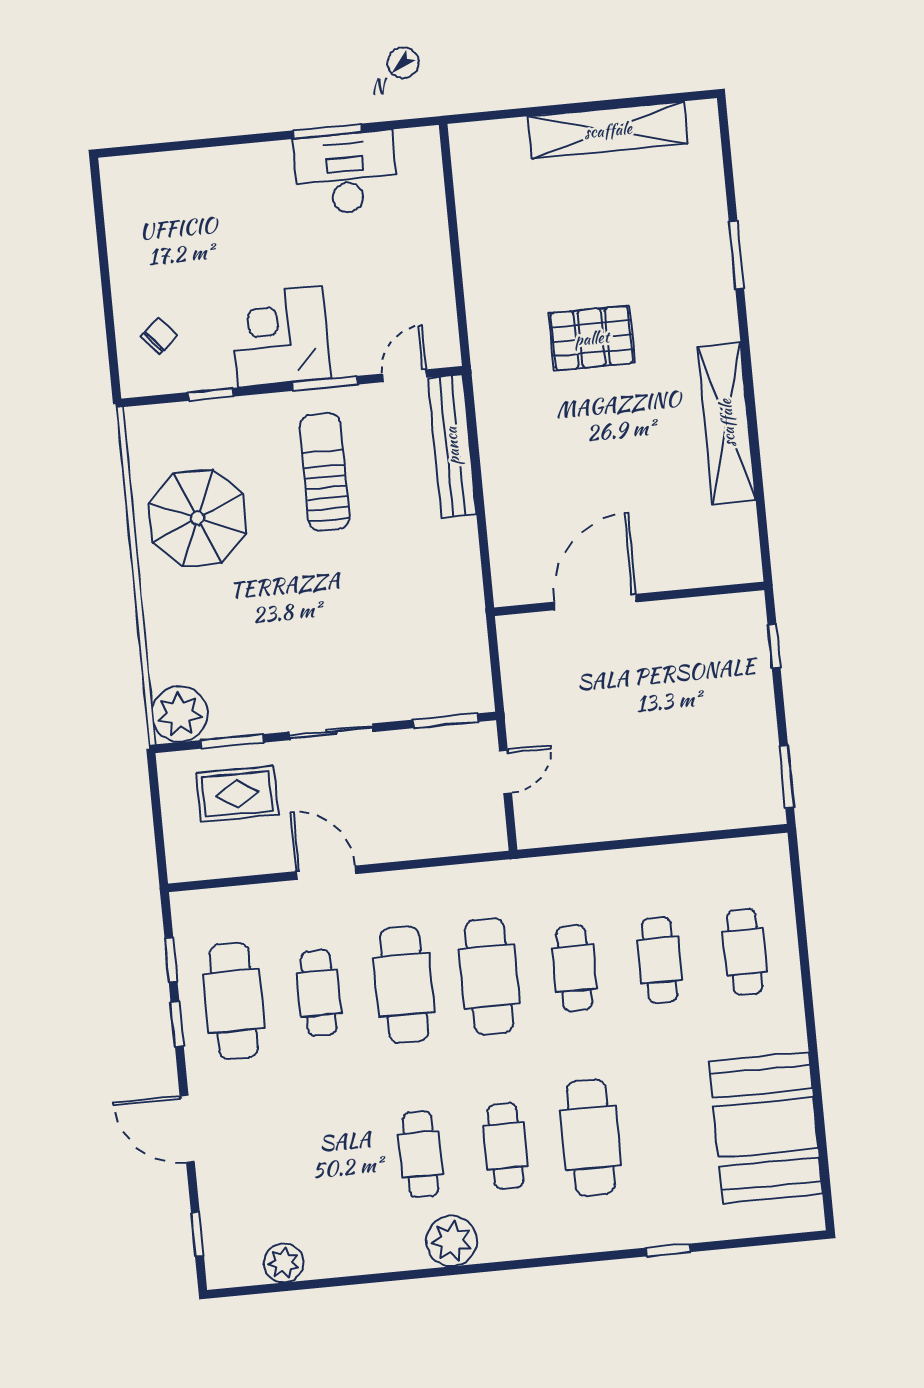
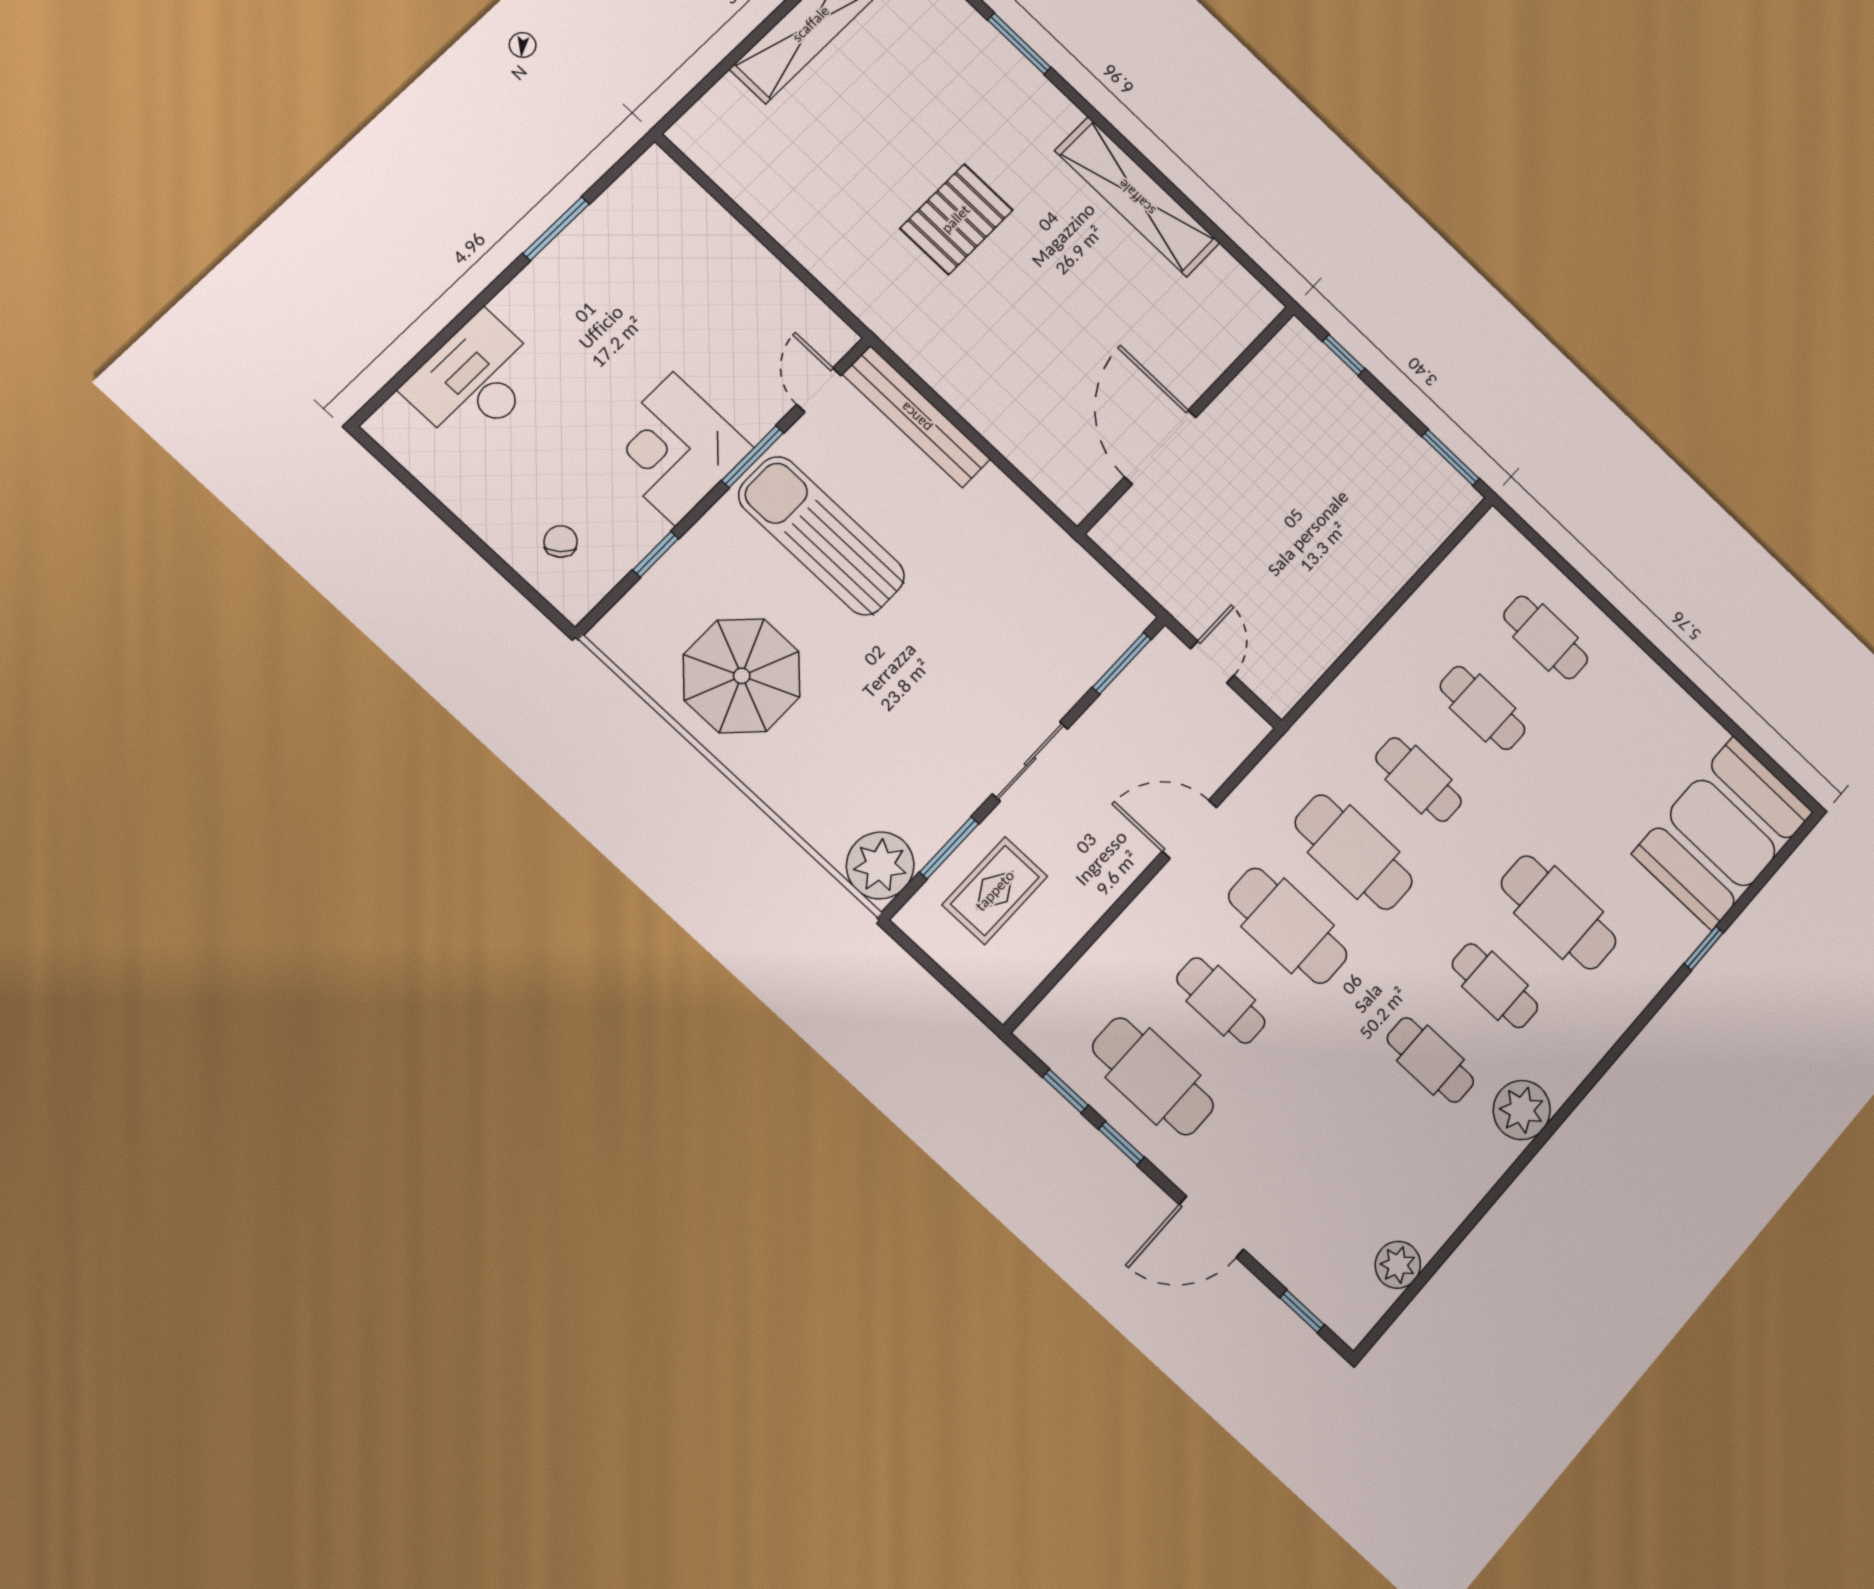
desk: (346, 173) -> (475, 380), moved
sun lounger: (325, 472) -> (822, 536), width x1.36, depth x1.34
door: (326, 873) -> (1189, 829), moved
booth: (766, 1128) -> (1723, 833), moved, turned 90

